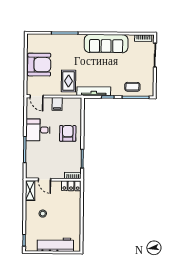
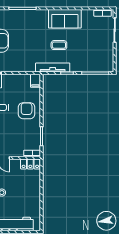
sofa: (106, 44) -> (65, 19), width x0.73
rug: (68, 81) -> (27, 57), removed
coffee table: (132, 87) -> (59, 45), moved
filing cabinet: (57, 104) -> (35, 81), moved

